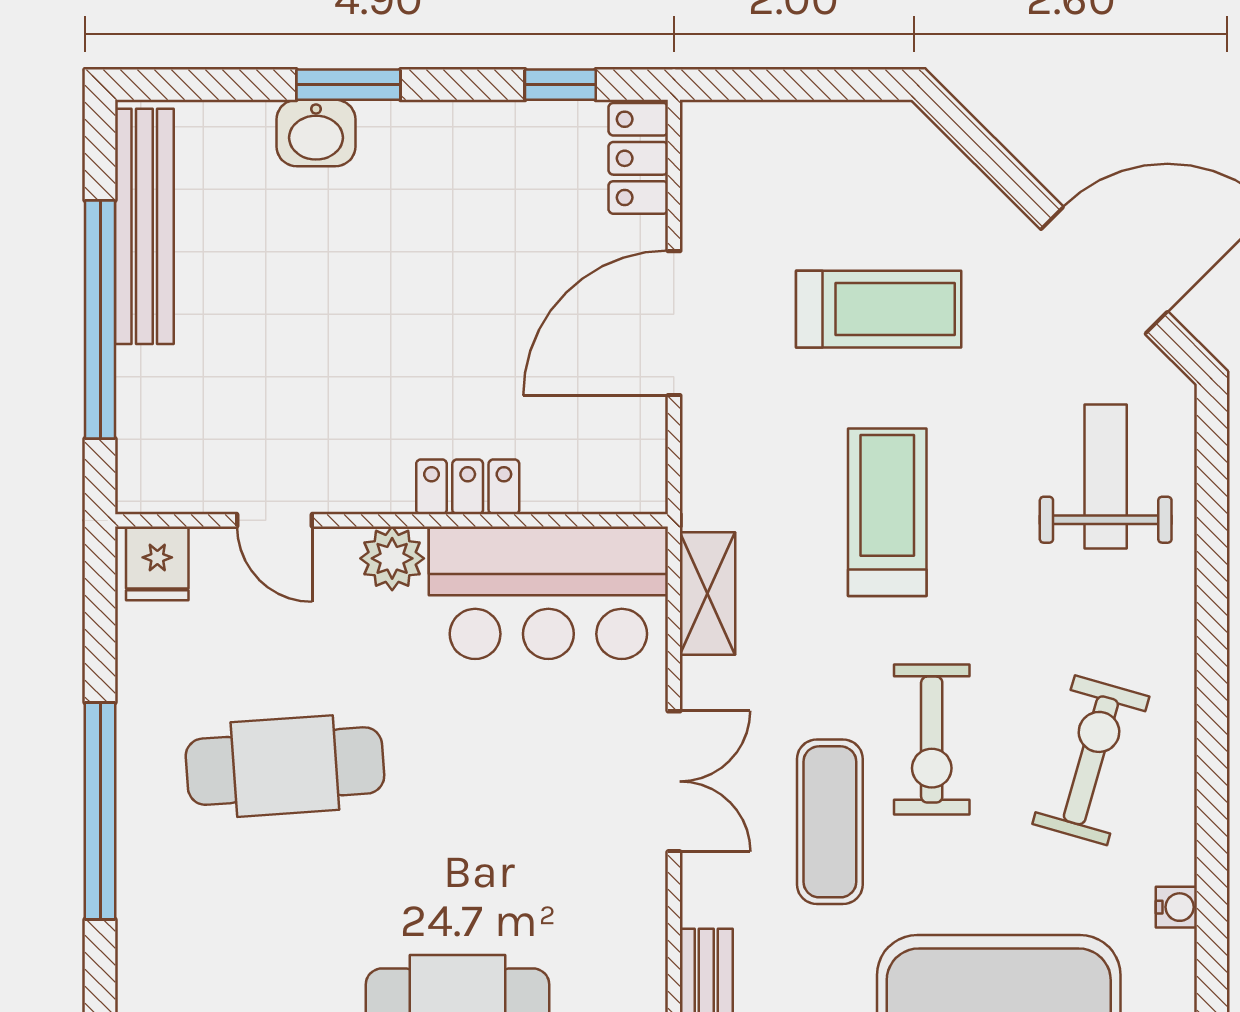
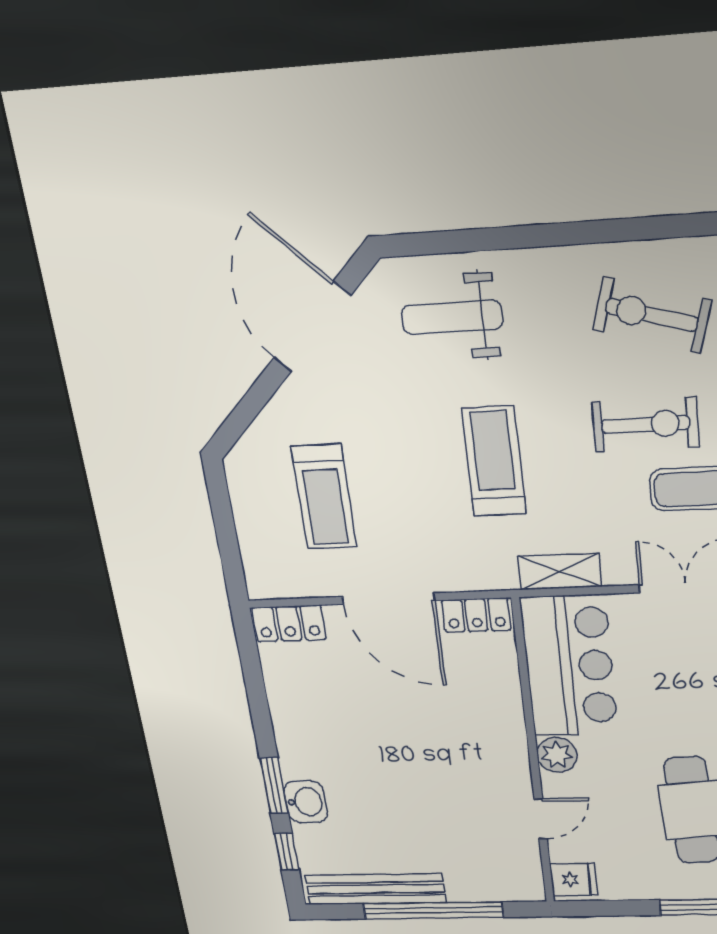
window: (560, 85) -> (287, 852), moved
treadmill: (879, 309) -> (324, 497), moved, turned 180
locker: (468, 487) -> (476, 615), moved, turned -90
treadmill: (887, 512) -> (494, 461), turned 90

